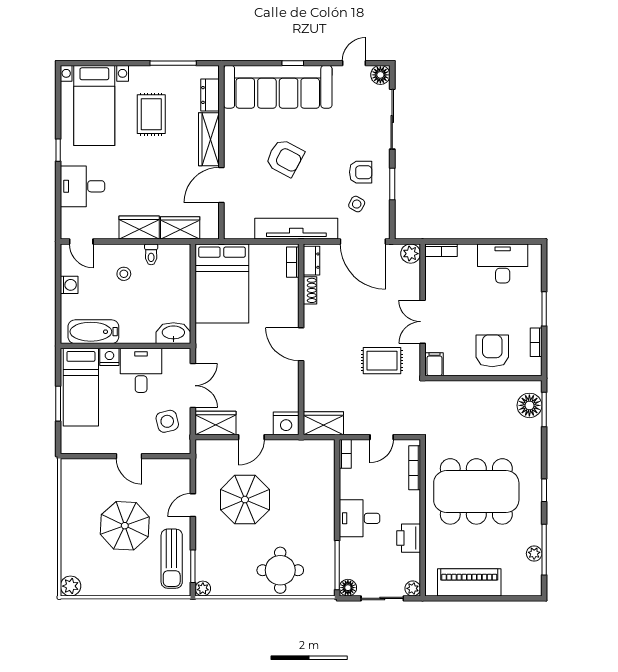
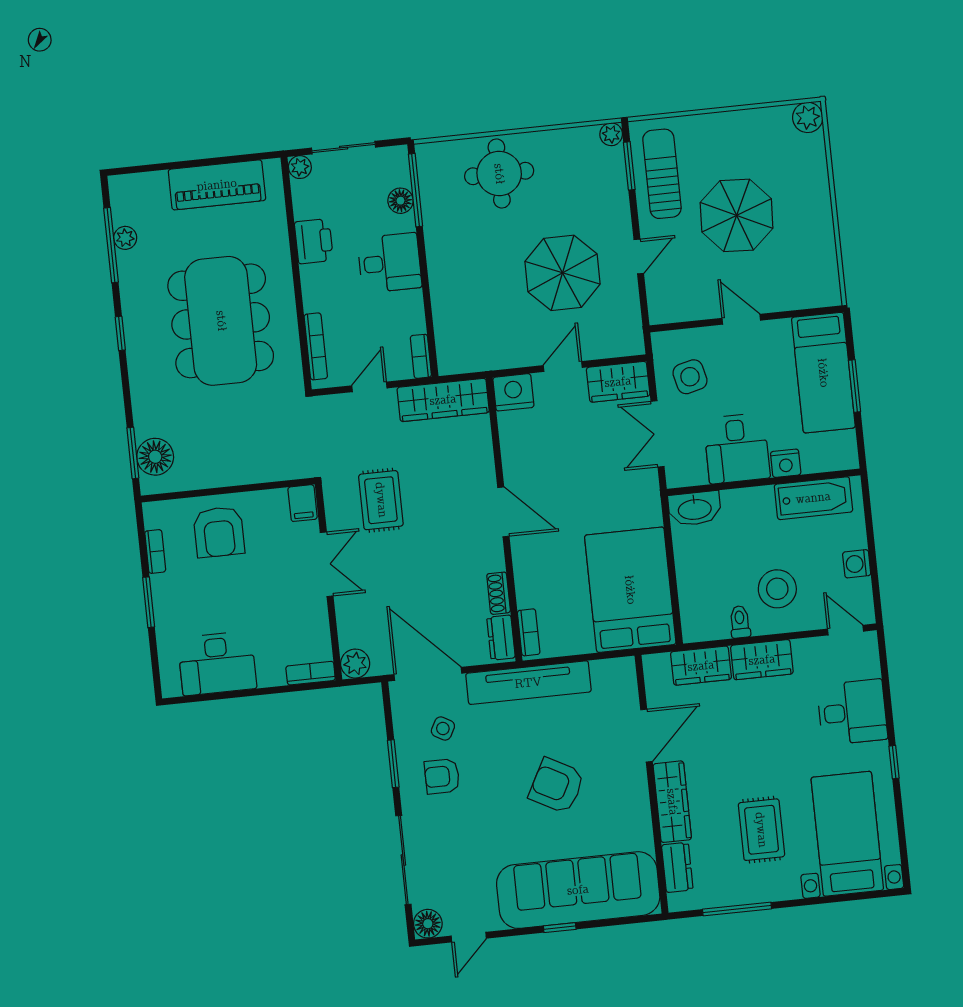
stool: (124, 274) -> (777, 589), width x1.89, depth x1.89
rug: (382, 361) -> (381, 500), turned 90
bed: (81, 387) -> (823, 373), moved, turned 180
wardrobe: (323, 423) -> (443, 400), width x1.50
dining table: (476, 491) -> (221, 321), turned 90
floor lamp: (348, 588) -> (400, 201), moved

